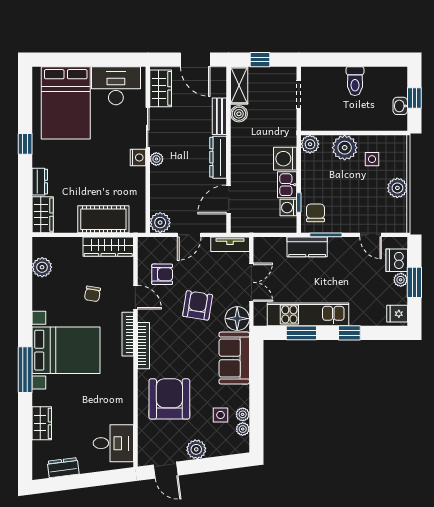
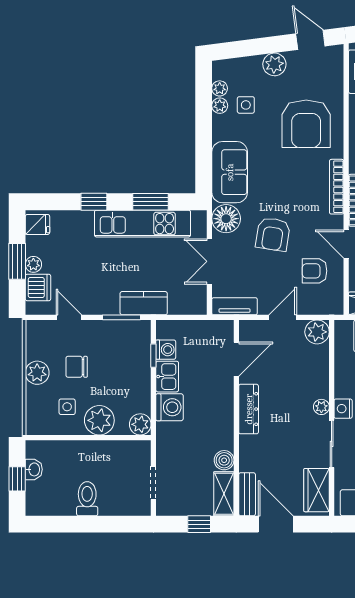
bench: (219, 116) -> (247, 494), moved
chair: (316, 213) -> (77, 367), moved, turned 90

